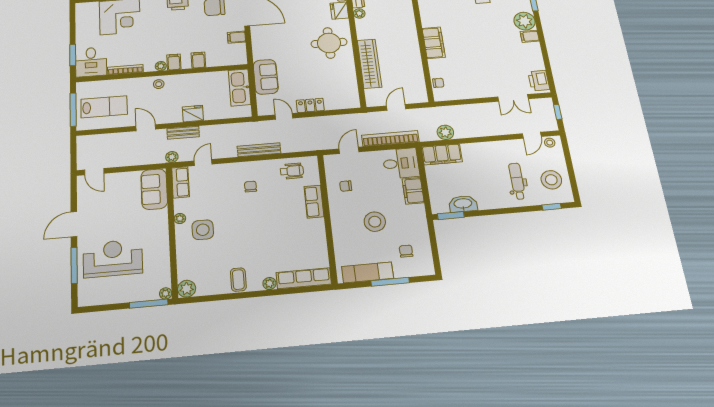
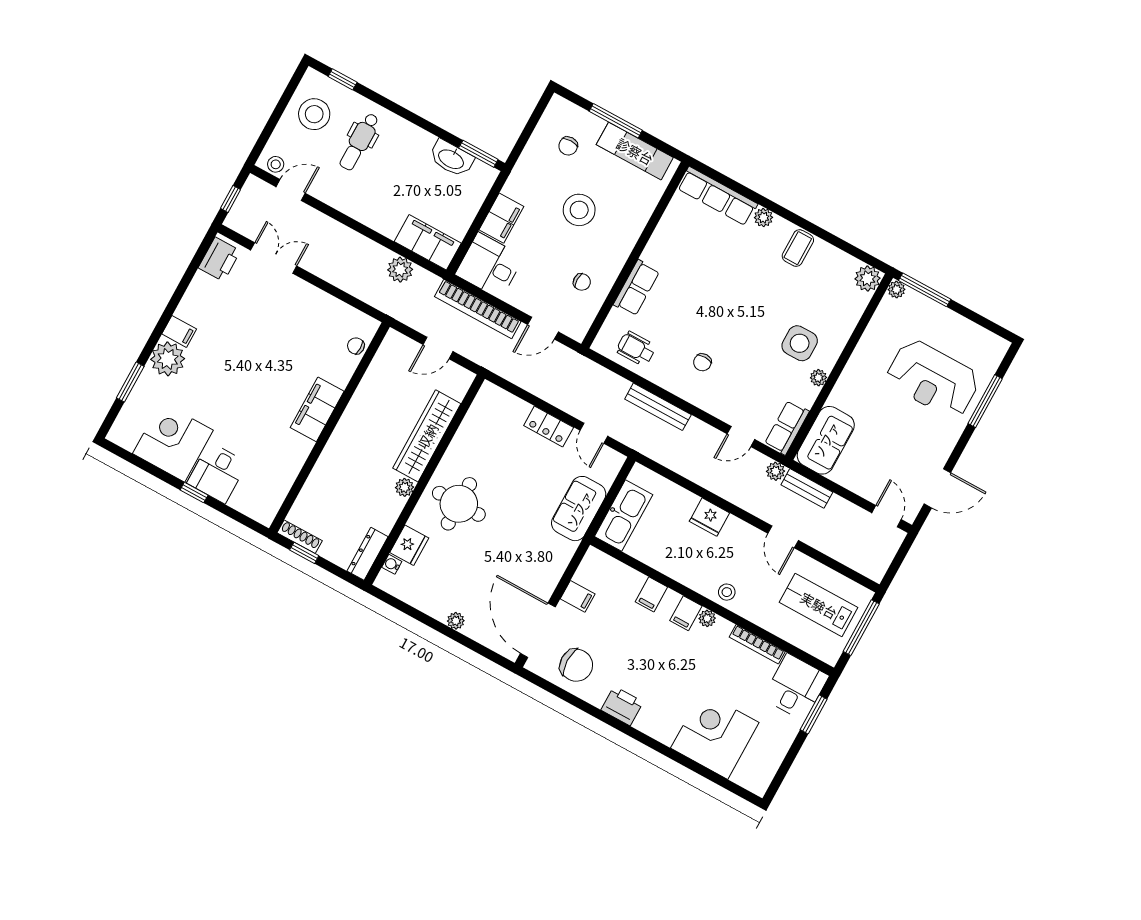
plant: (359, 13) -> (405, 487), moved
bench: (183, 133) -> (807, 488), moved
door: (74, 224) -> (937, 488), moved

